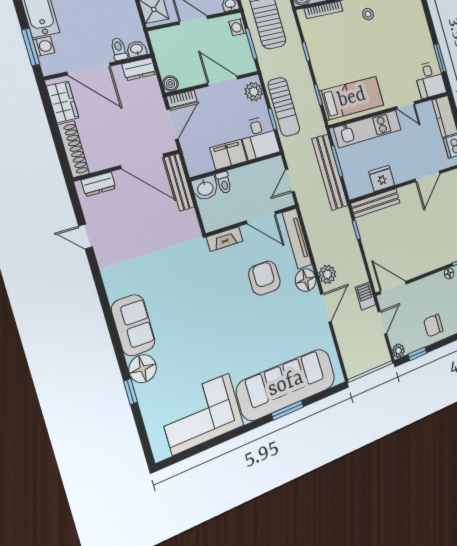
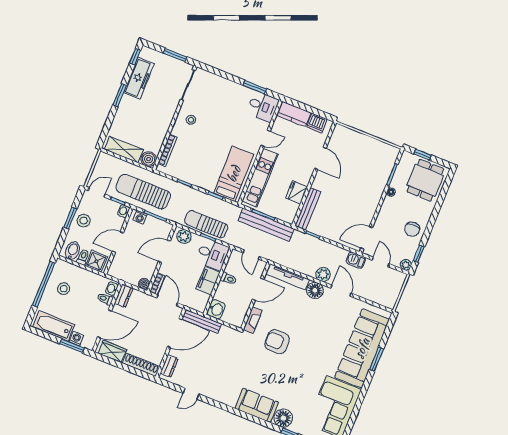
sun lounger: (284, 107) -> (206, 224), turned 180
toilet: (224, 183) -> (228, 279), moved
armchair: (264, 278) -> (277, 342), moved

